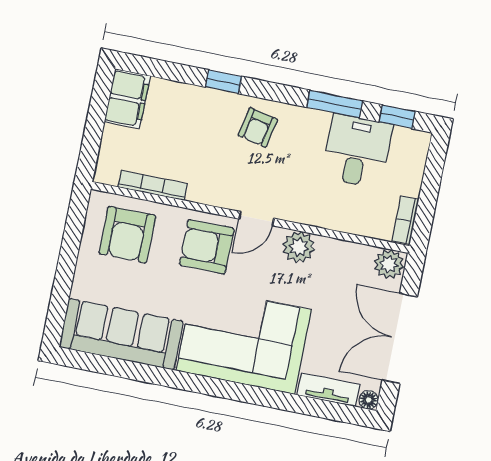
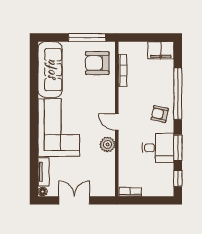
window: (224, 82) -> (178, 94), width x3.17
desk: (357, 151) -> (158, 148), moved
window: (71, 245) -> (87, 37), added
armchair: (207, 247) -> (99, 101), removed
plant: (389, 264) -> (108, 188), removed
double door: (400, 338) -> (74, 200), width x0.73

